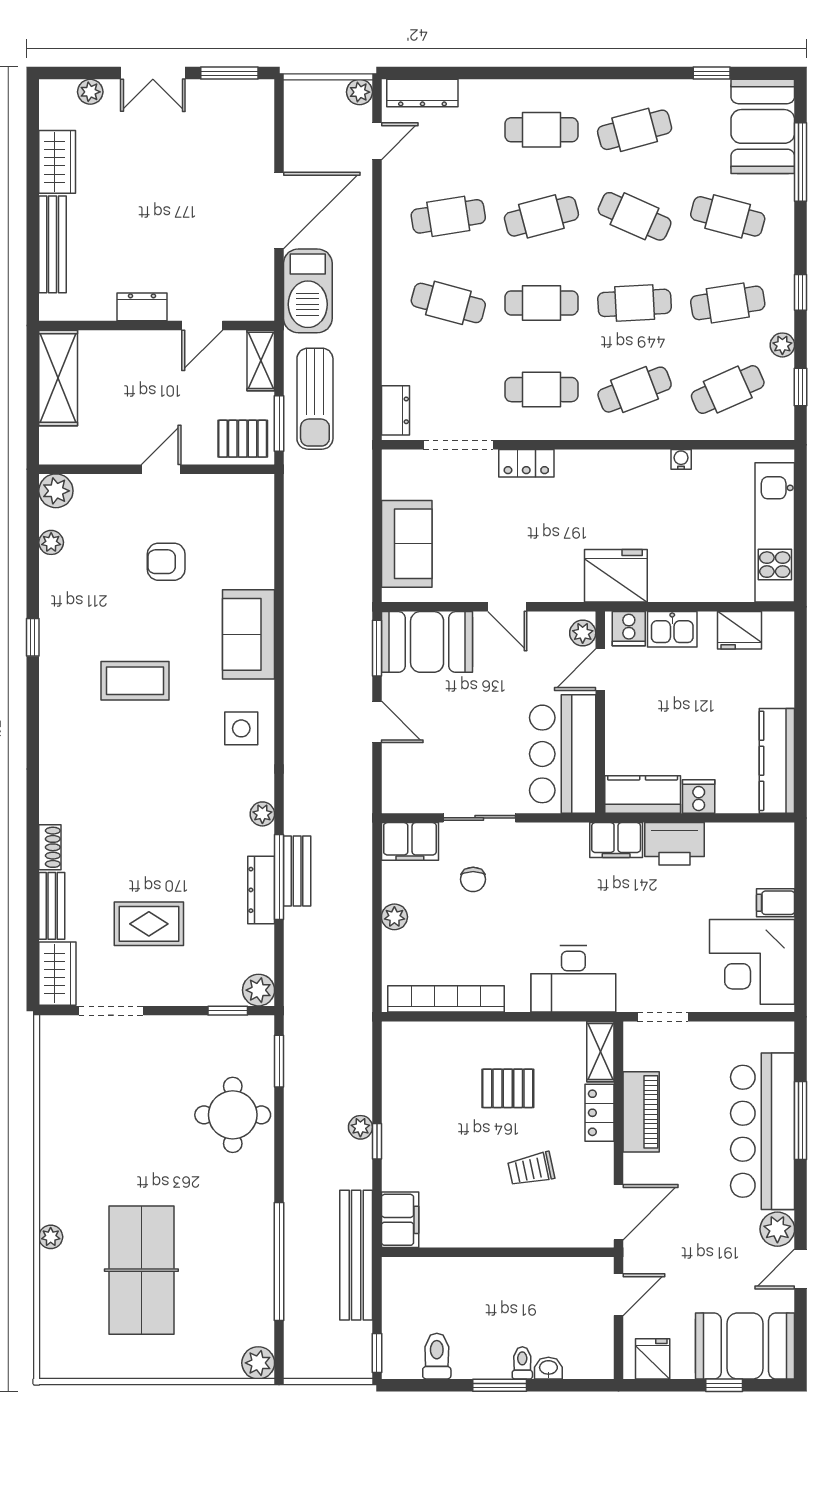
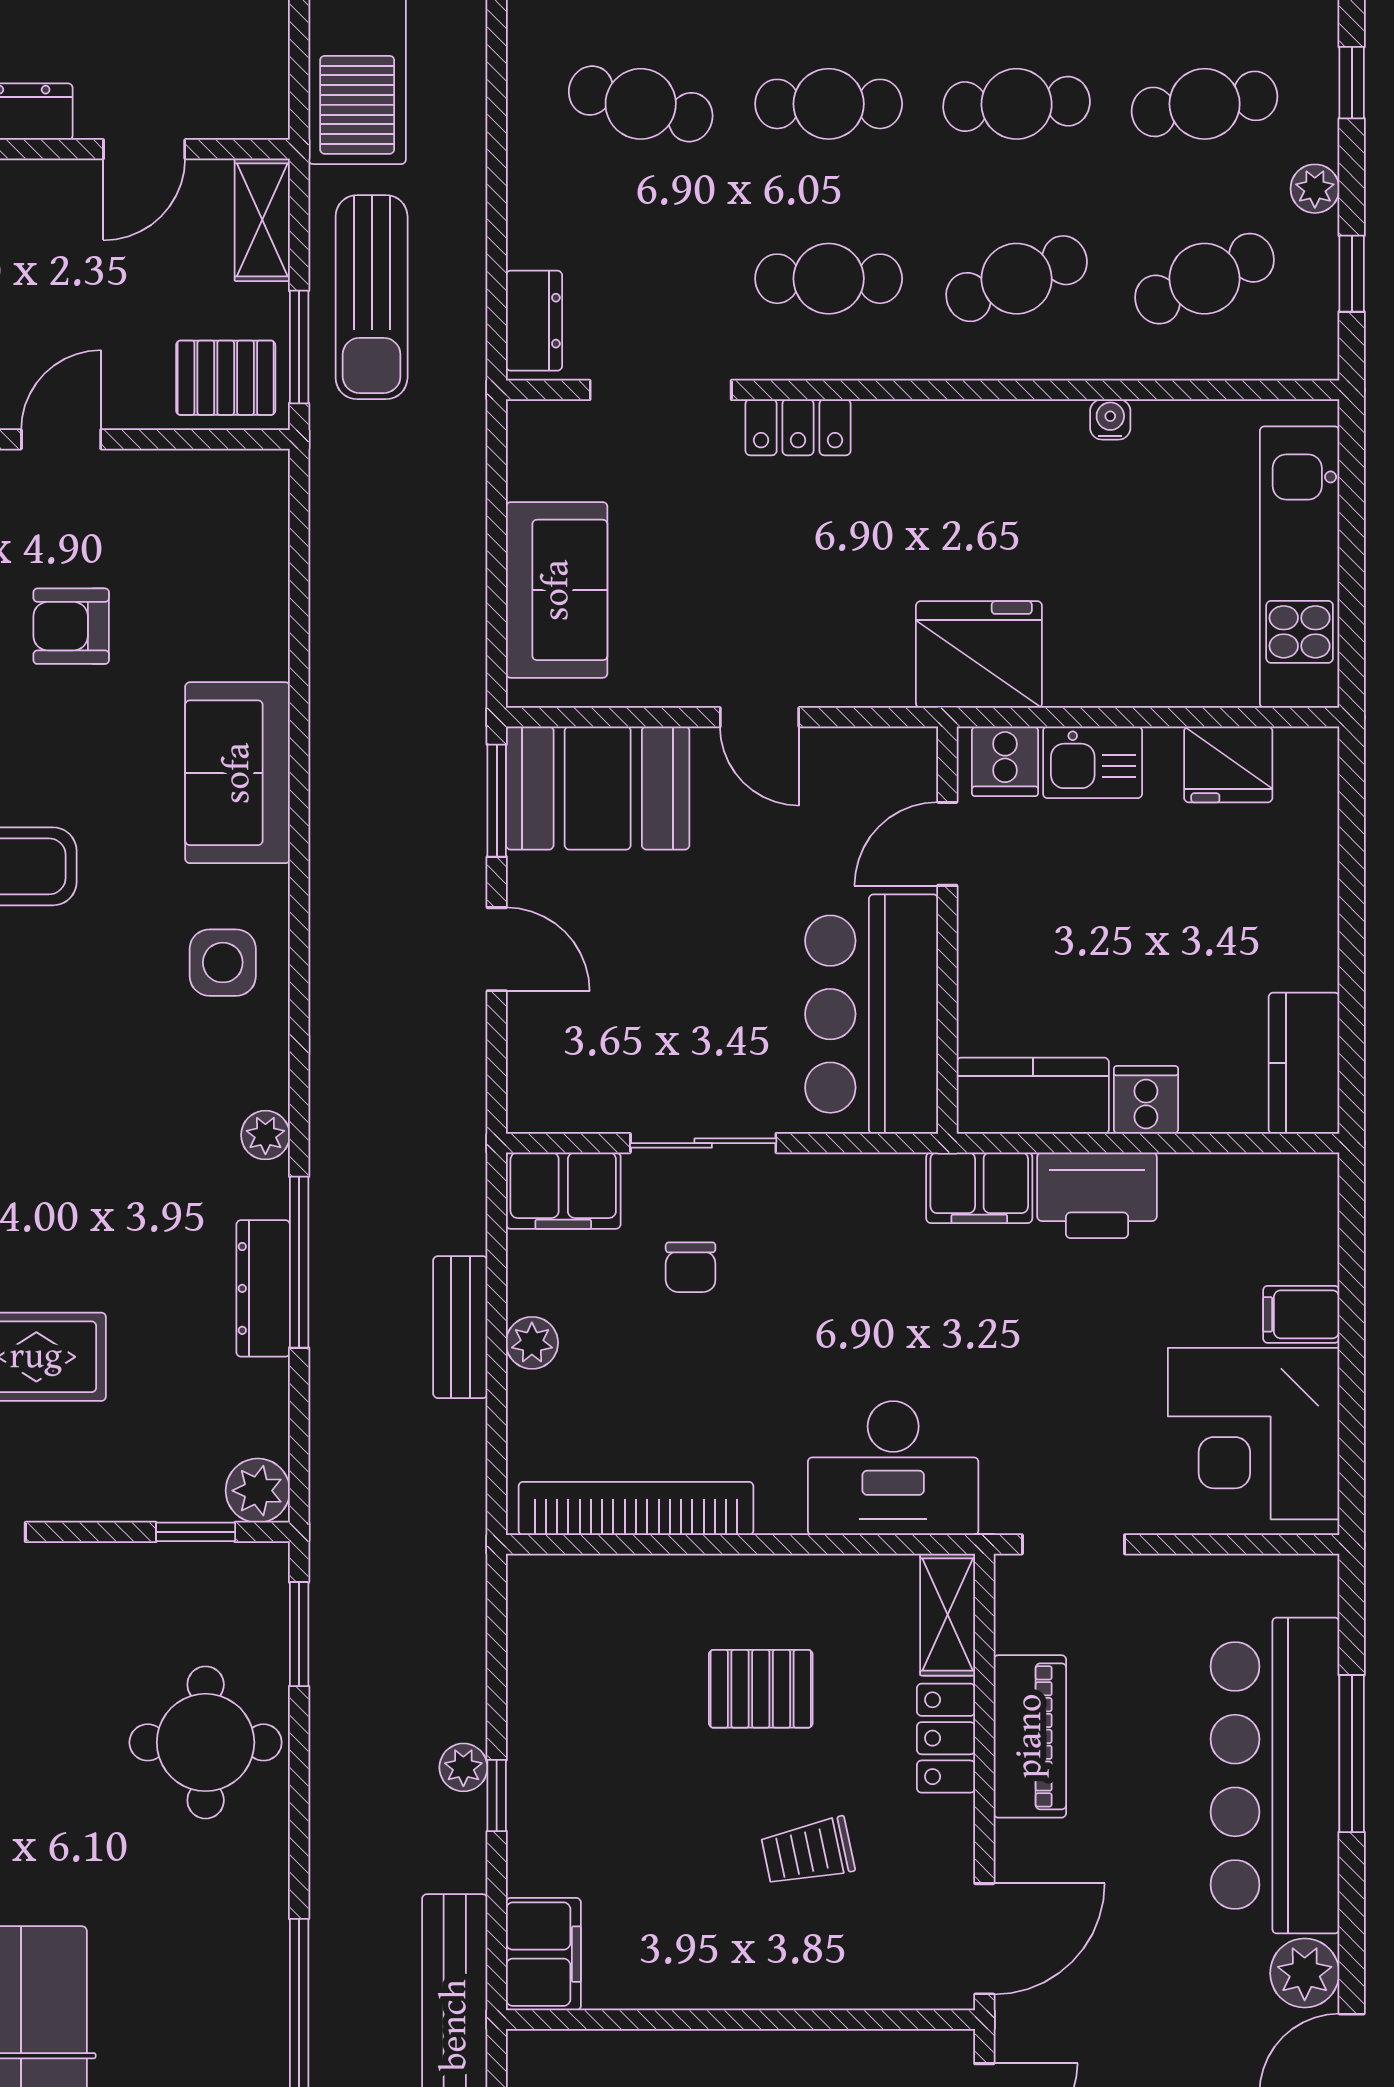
plant: (583, 633) -> (912, 770), removed
kitchen counter: (777, 761) -> (1304, 1063), width x0.67
bench: (297, 871) -> (460, 1327), moved

